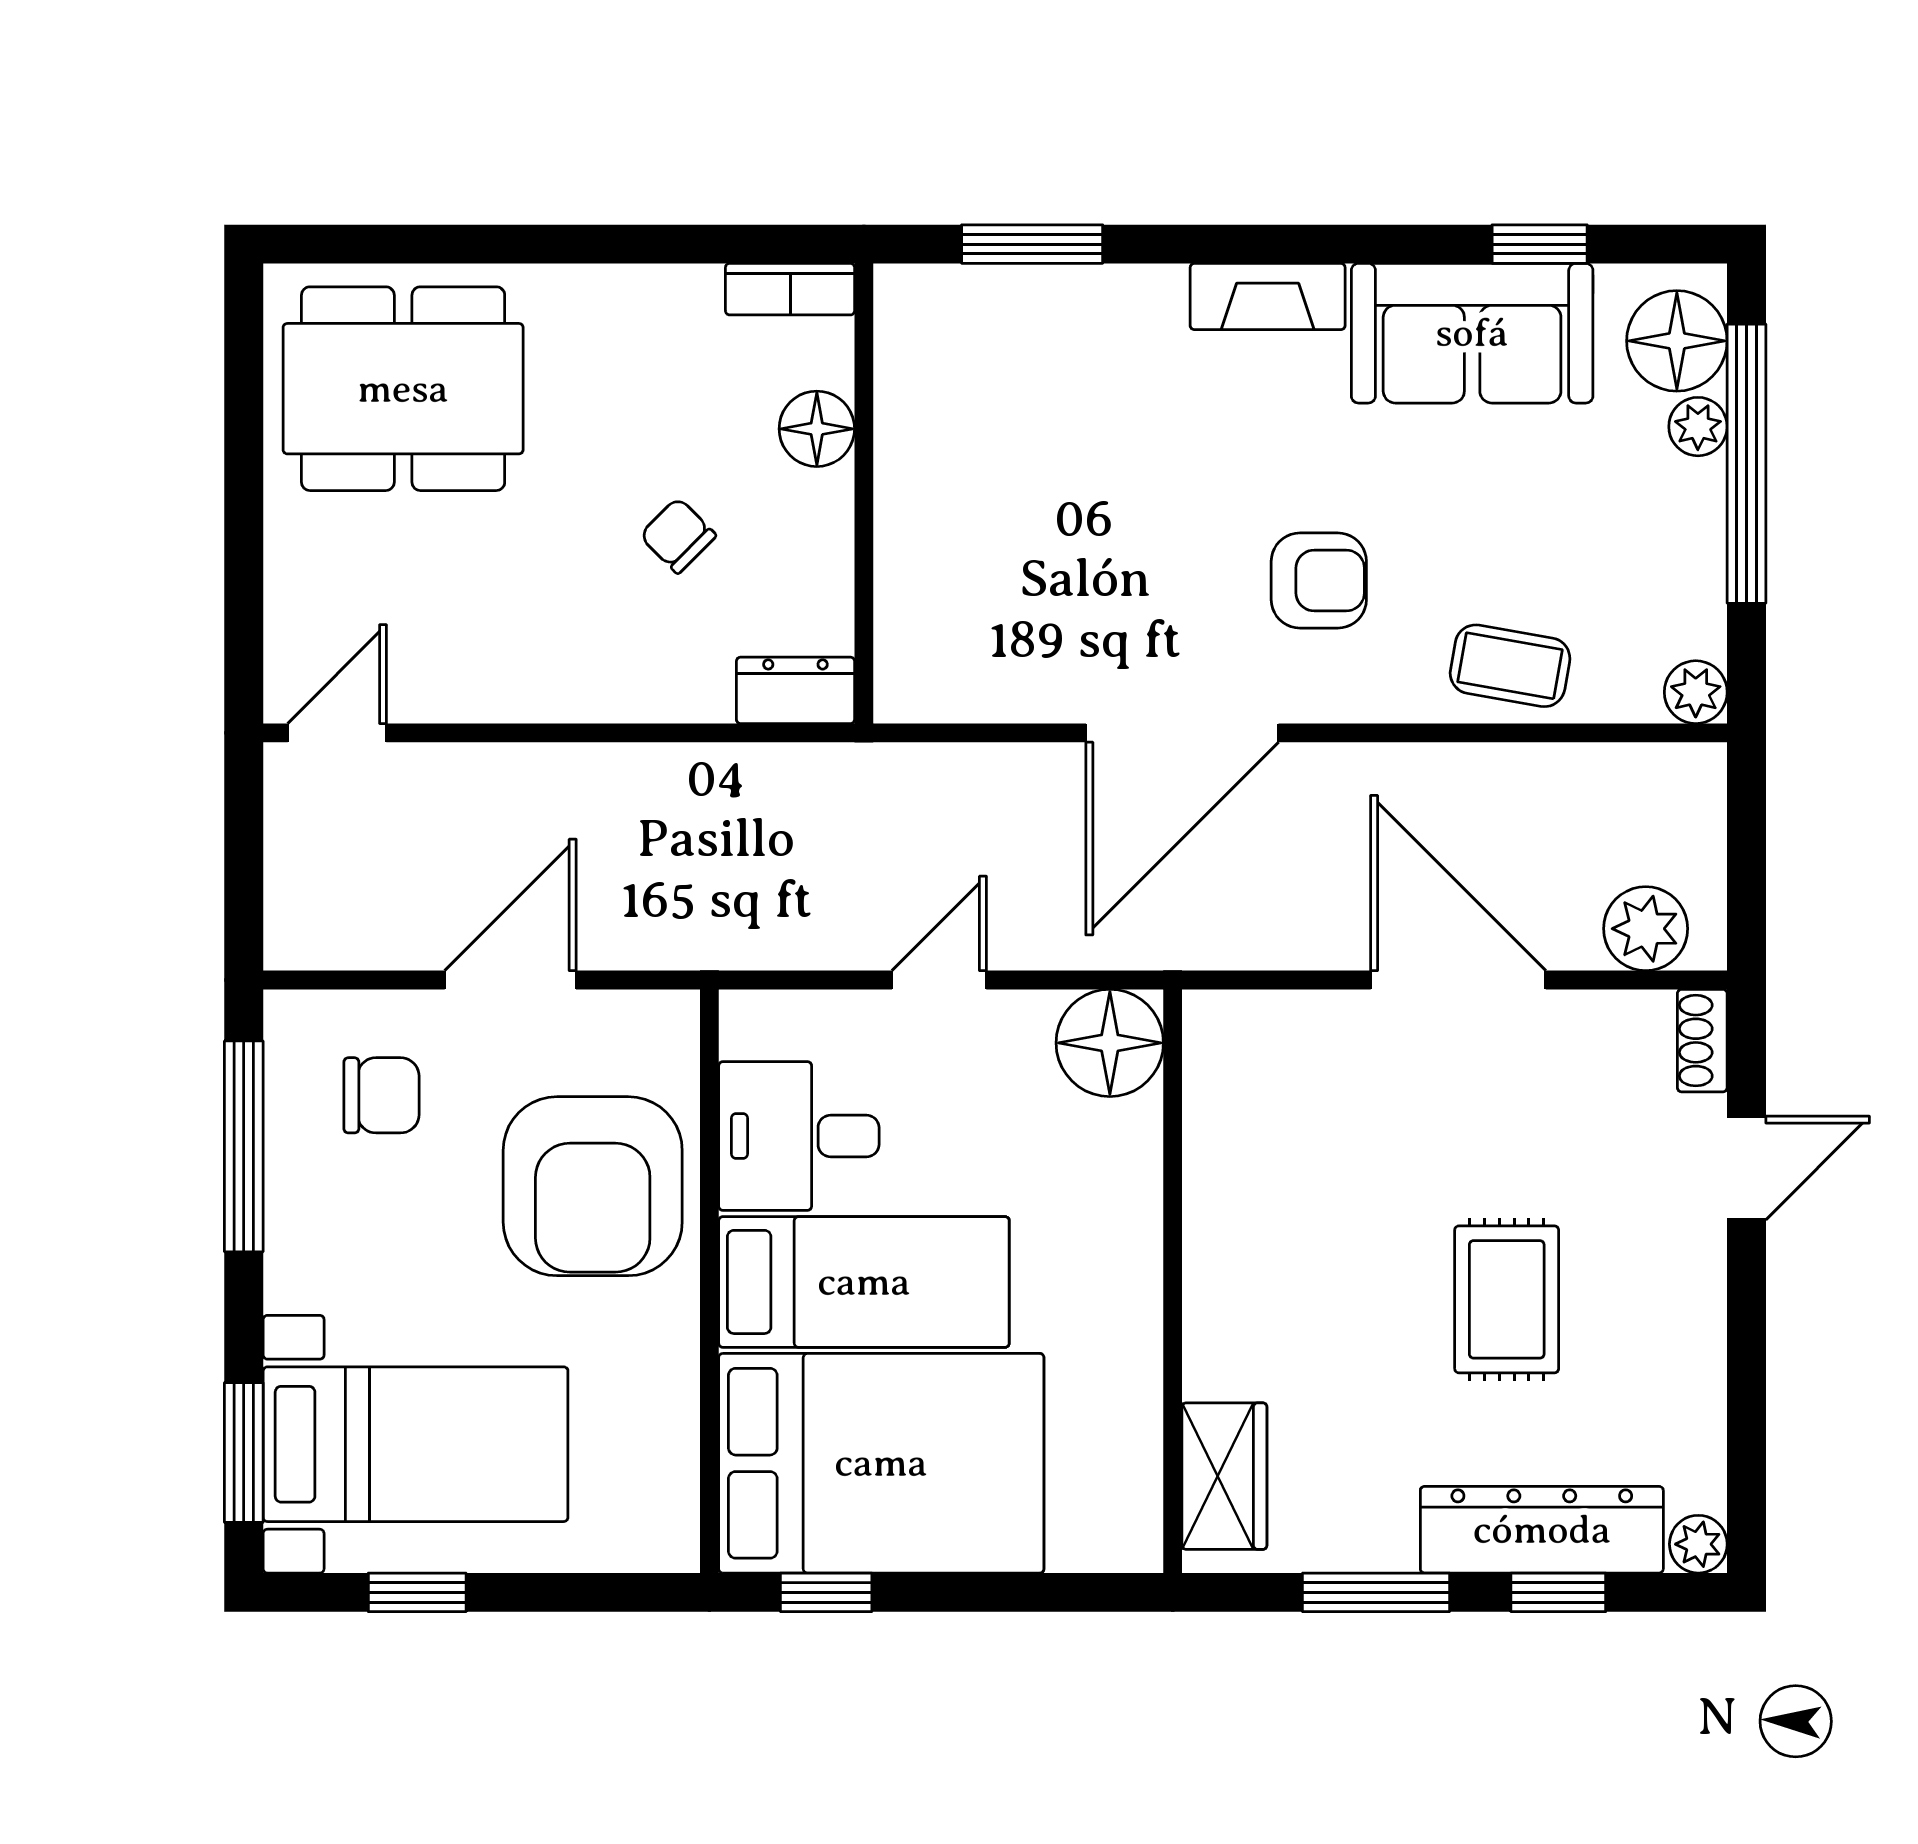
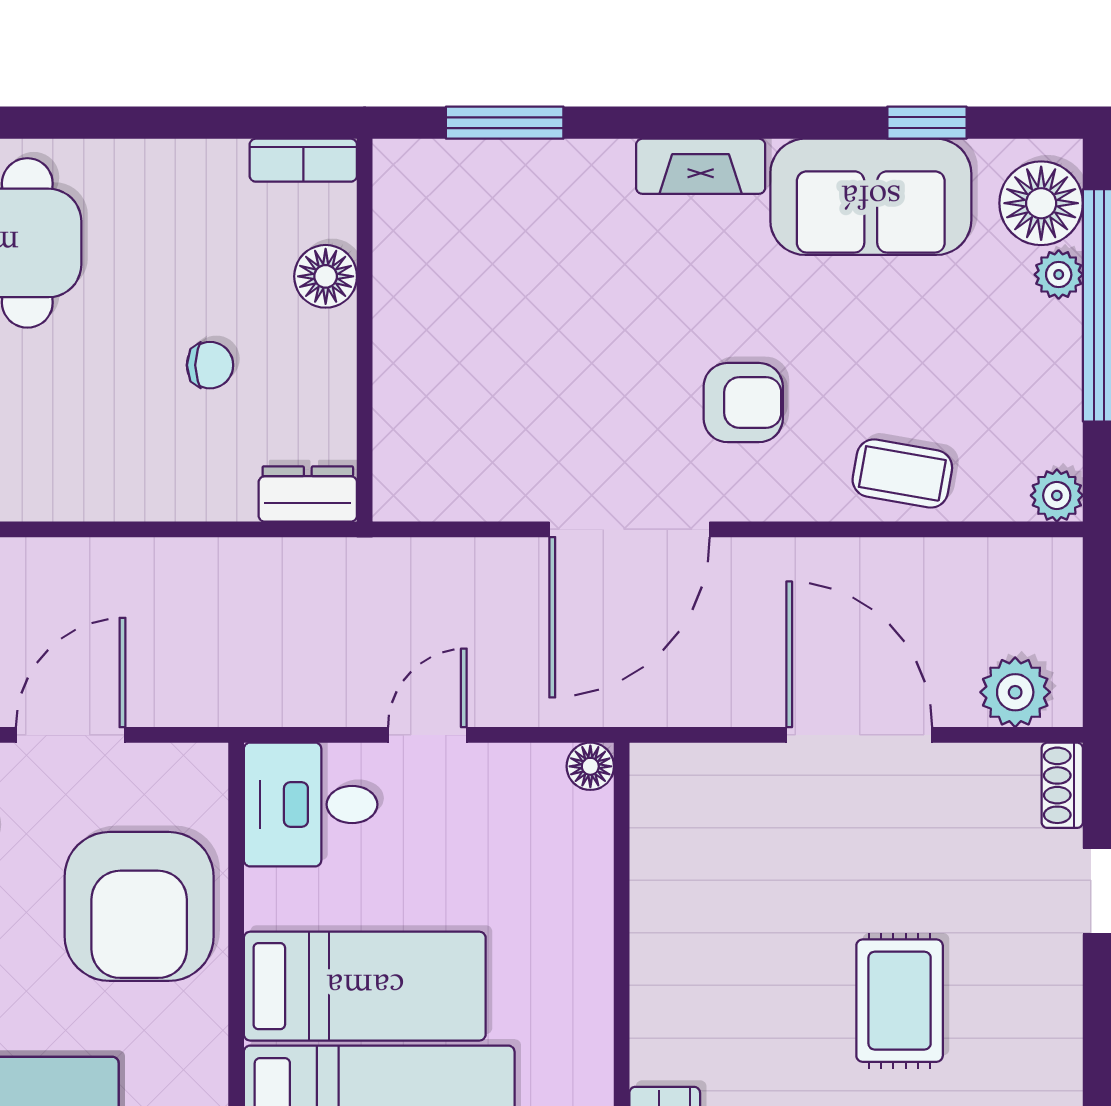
chair: (678, 536) -> (210, 365), turned 135
floor lamp: (1110, 1043) -> (590, 766), width x0.53, depth x0.53
desk: (799, 1136) -> (311, 804), moved

